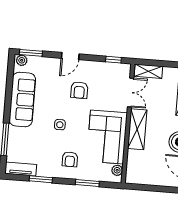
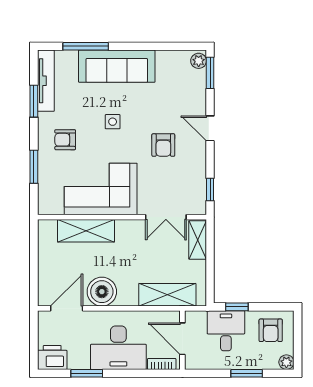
armchair: (79, 90) -> (163, 145), turned -90
sofa: (22, 99) -> (117, 66), moved
shelving: (137, 129) -> (86, 231), moved
tv unit: (21, 169) -> (46, 81), width x1.41
plant: (117, 170) -> (55, 207), removed

